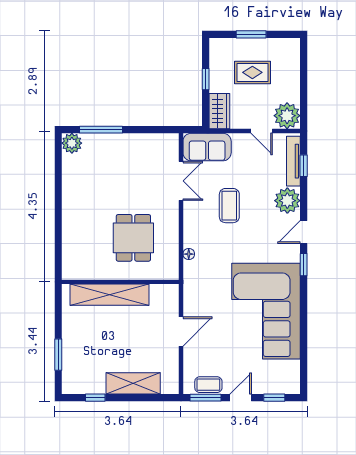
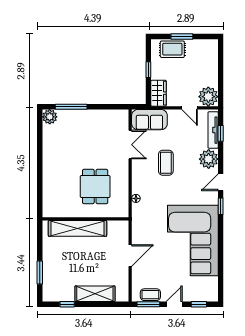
rug: (252, 72) -> (172, 49), moved

